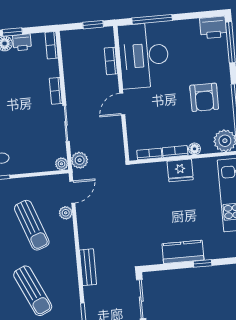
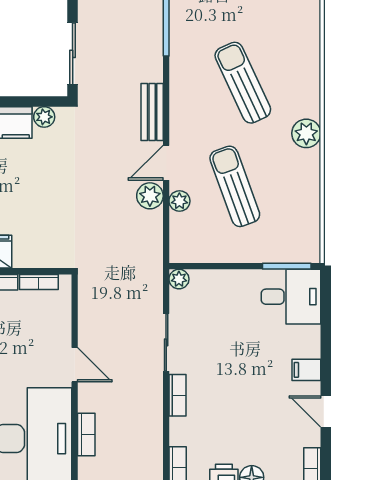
door: (122, 104) -> (75, 365), hinge flipped
plant: (80, 160) -> (150, 196), moved
door: (72, 192) -> (166, 163), moved
plant: (155, 258) -> (44, 117), added

